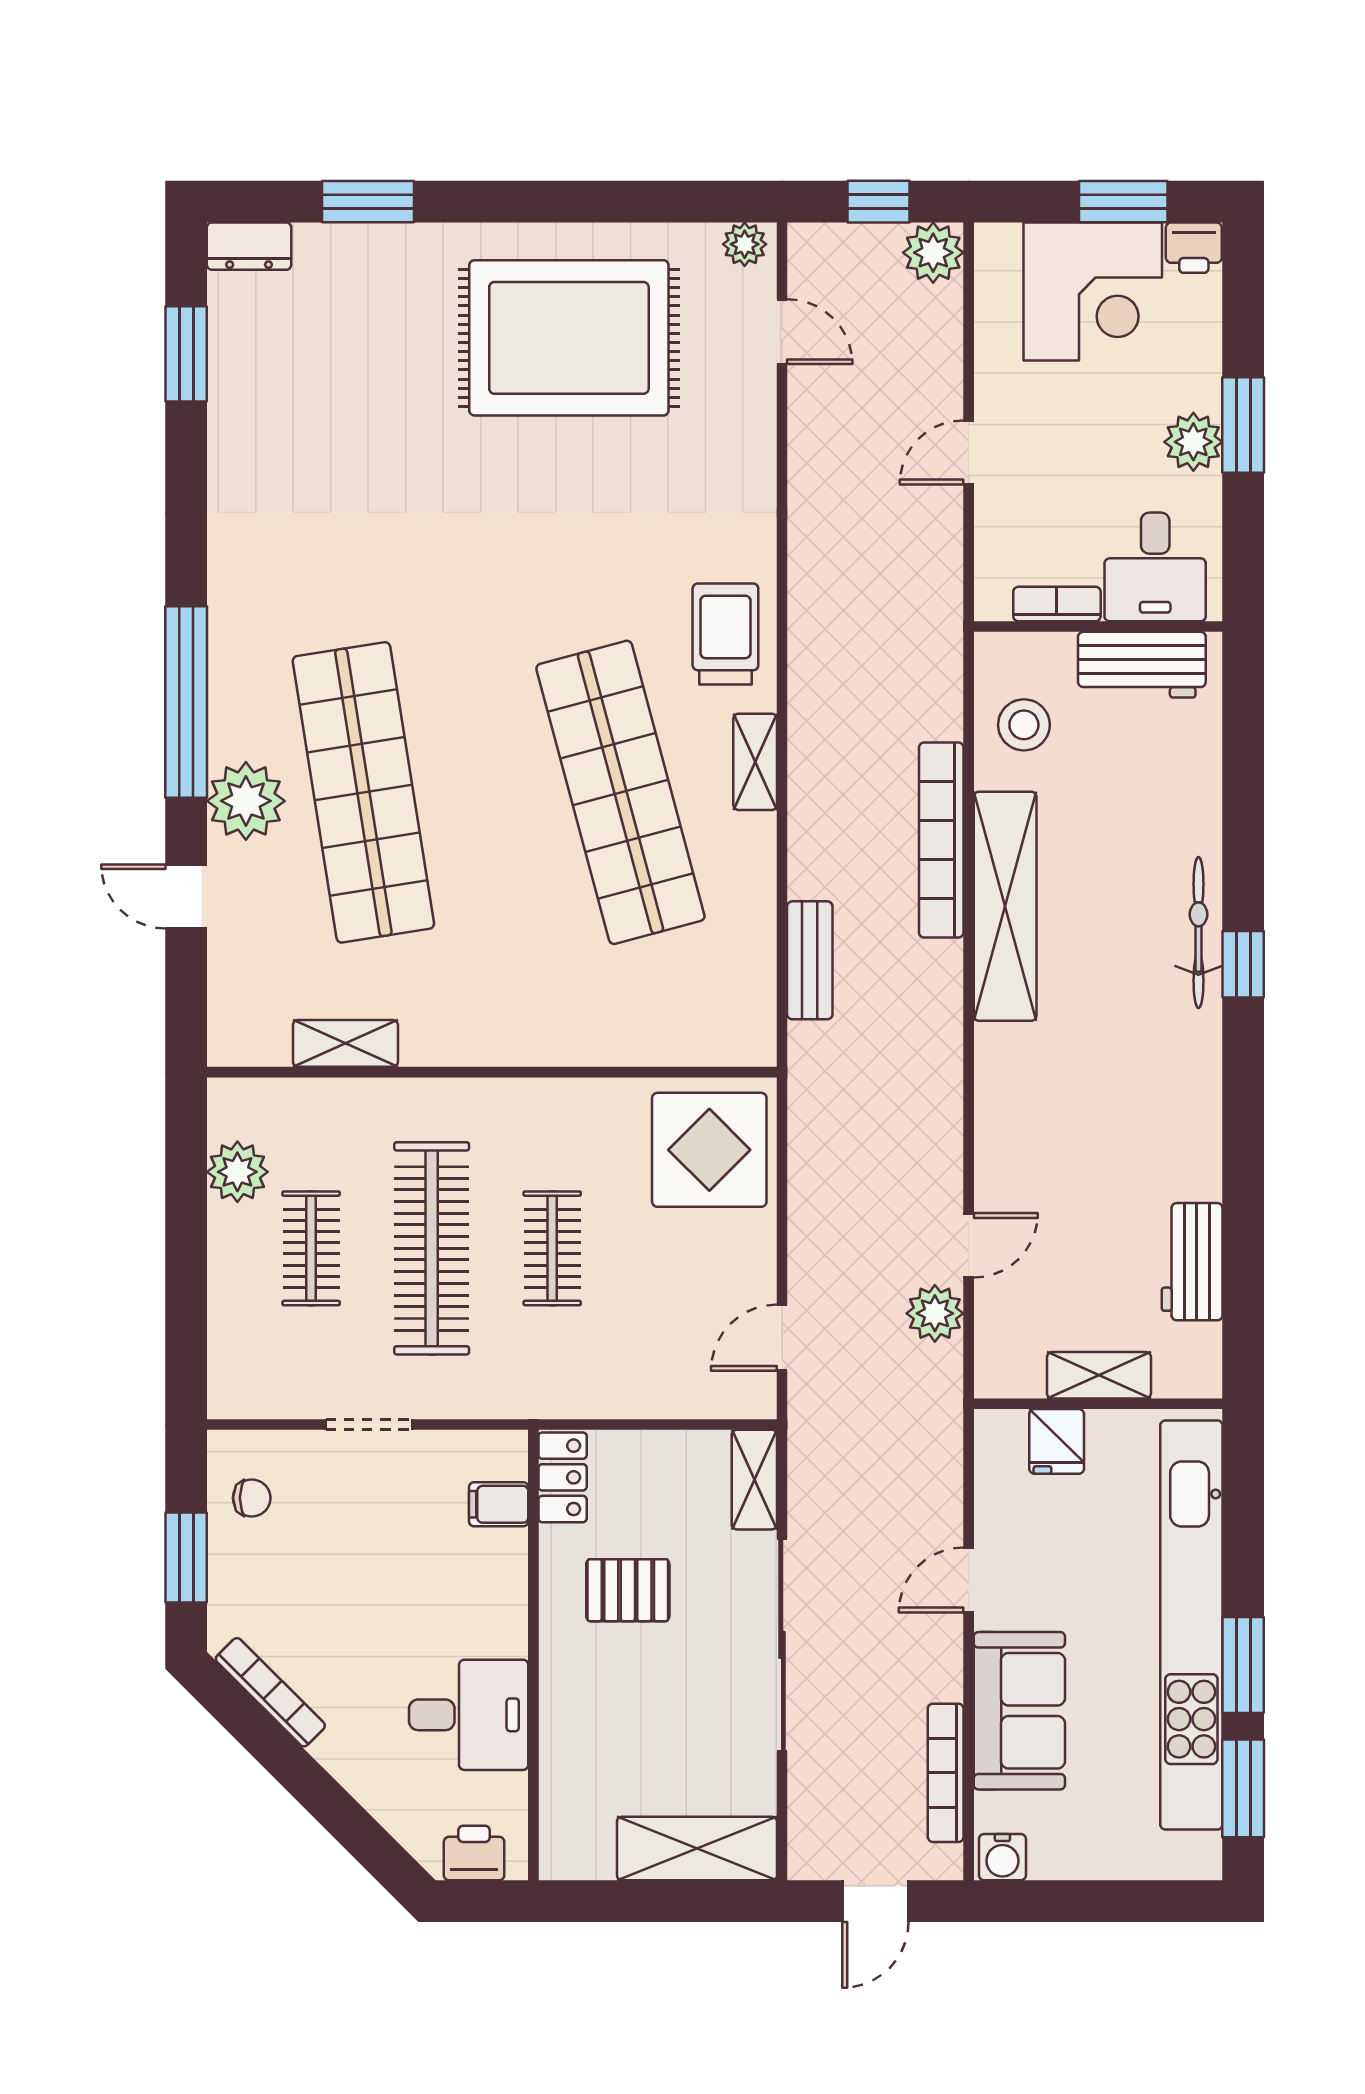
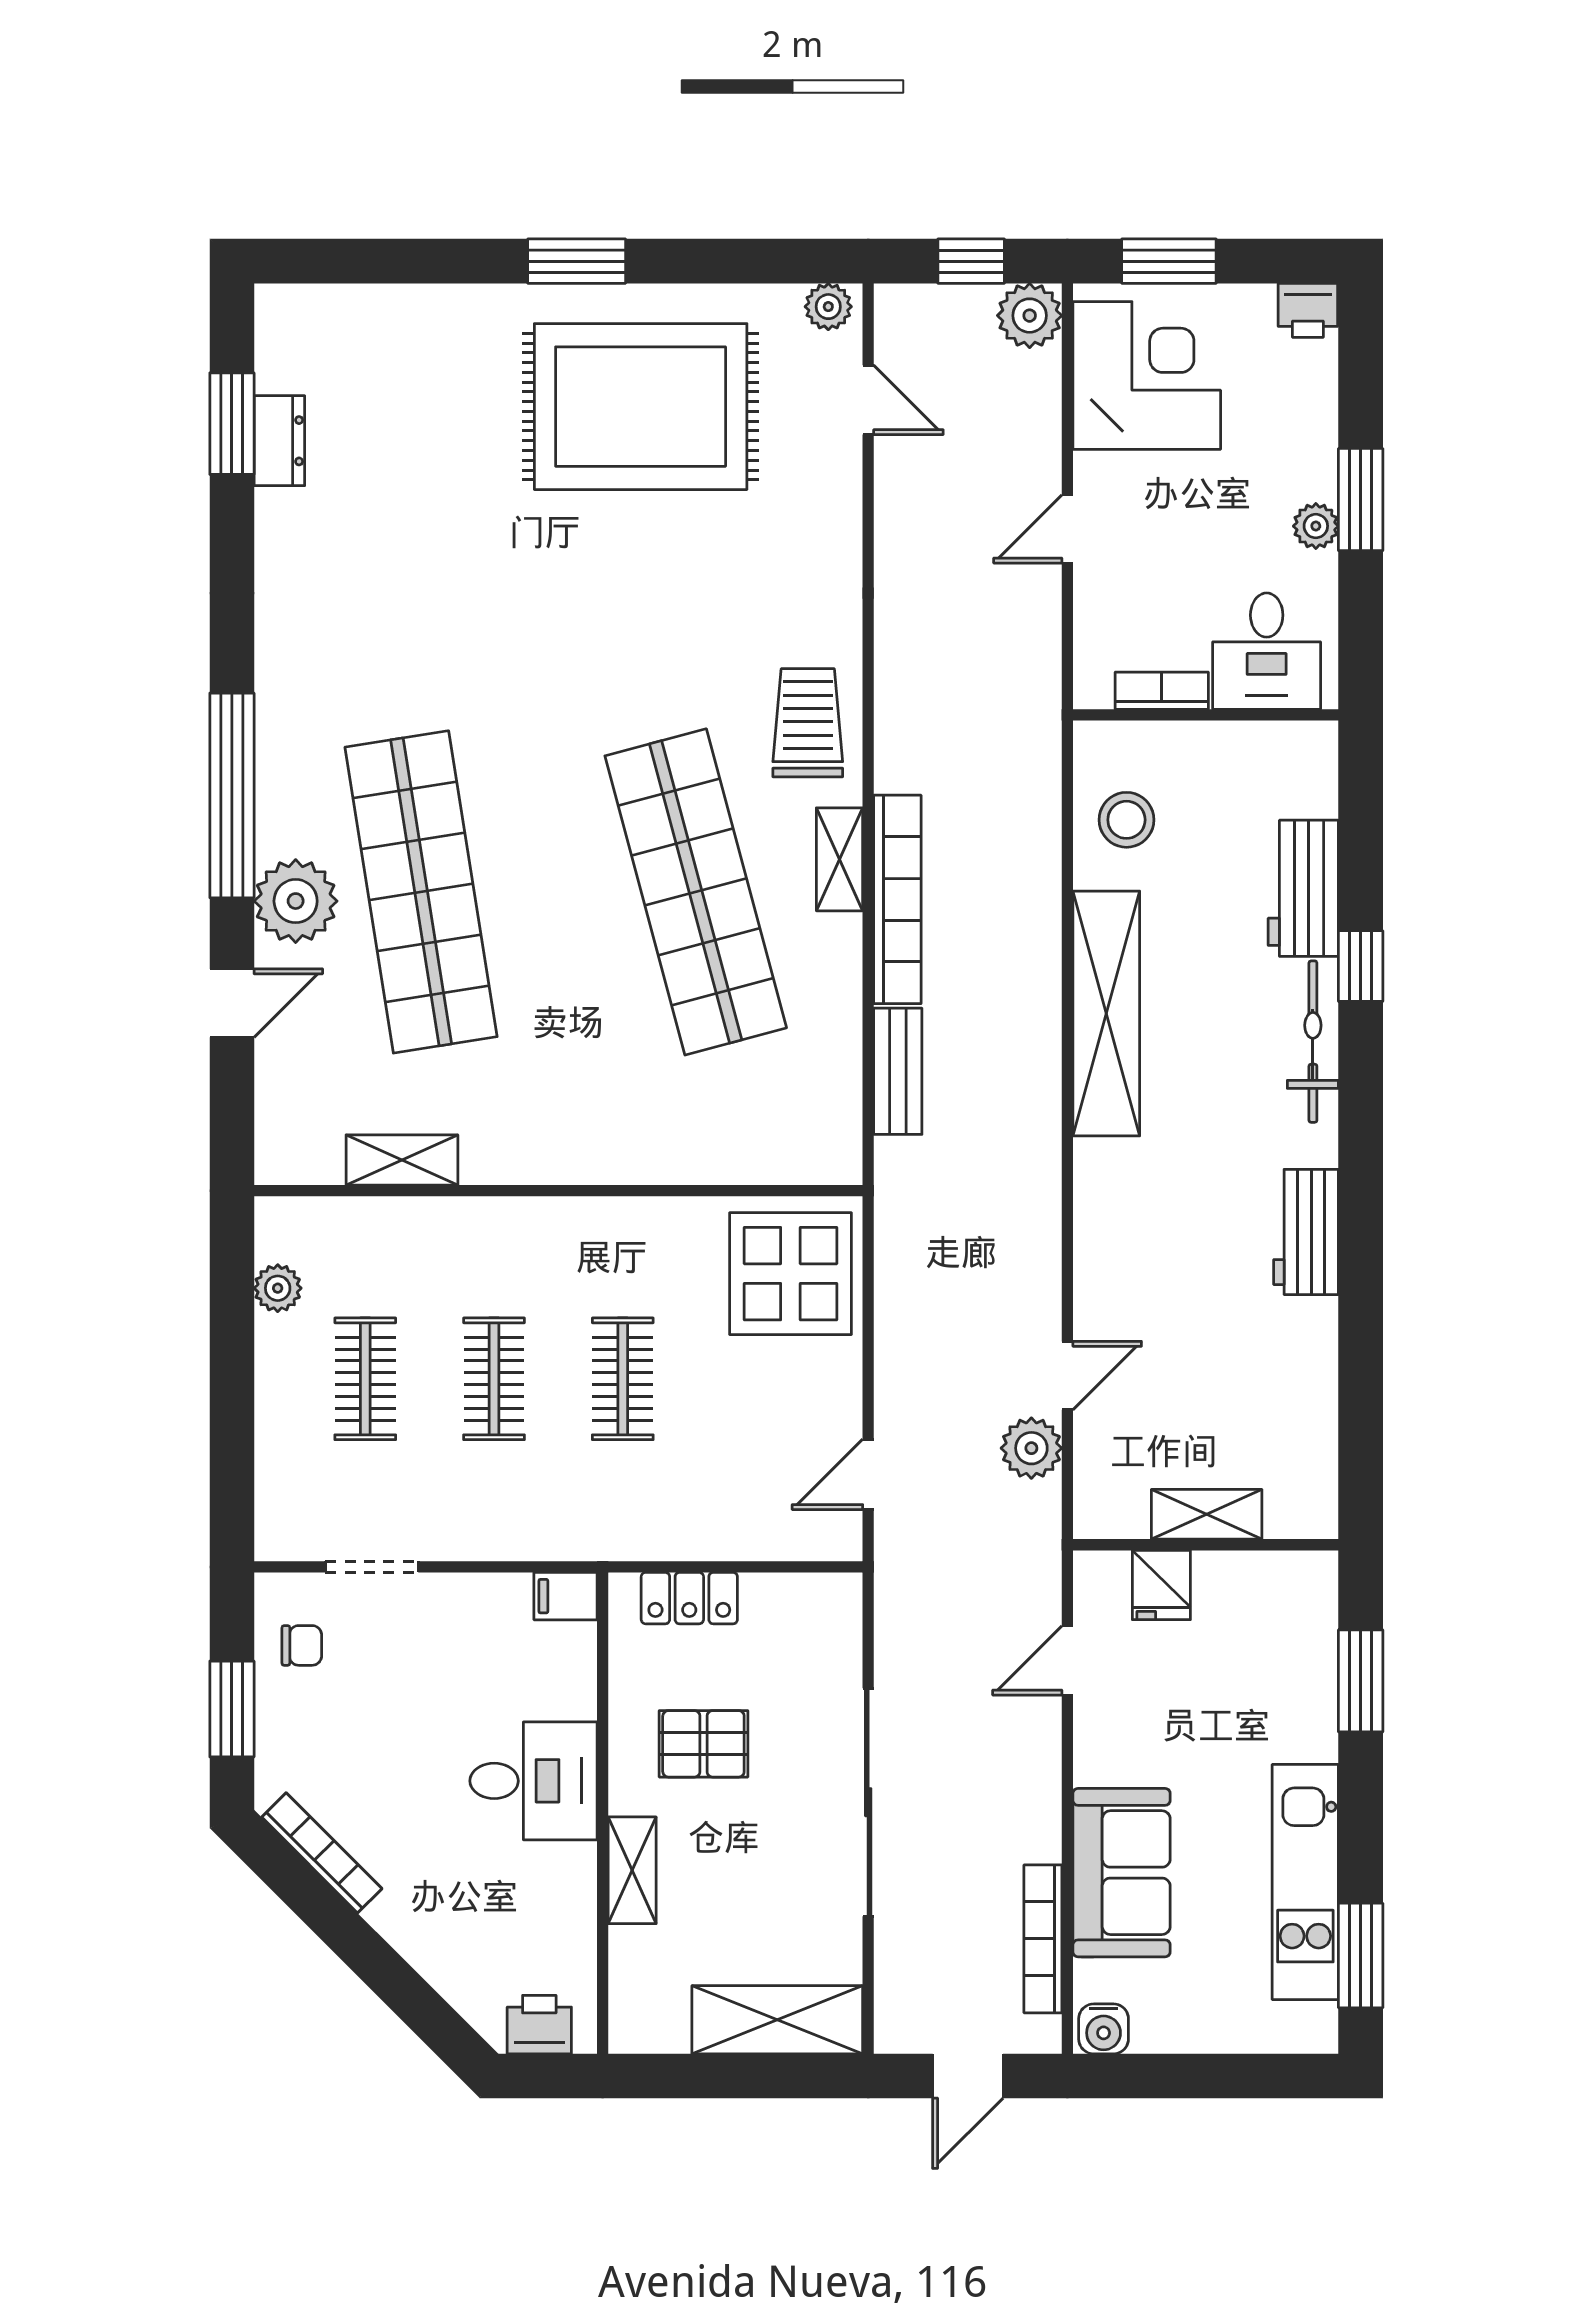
window: (368, 202) -> (577, 261), moved
window: (1123, 202) -> (1169, 261), moved
dresser: (249, 246) -> (279, 441), moved, turned -90
corner desk: (1093, 292) -> (1147, 375), moved, turned -90
plant: (1193, 442) -> (1316, 526), width x0.73, depth x0.73
workbench: (1142, 665) -> (1303, 888), moved, turned 90
bookcase: (941, 840) -> (897, 899), moved, turned 180
door: (186, 897) -> (232, 1003), swing flipped
window: (1243, 964) -> (1361, 966), moved
plant: (237, 1172) -> (278, 1288), width x0.73, depth x0.73
clothes rail: (432, 1248) -> (494, 1379), width x0.54, depth x0.76
workbench: (1192, 1262) -> (1306, 1232), moved
doorway: (369, 1424) -> (372, 1567), moved
locker: (563, 1477) -> (689, 1598), moved, turned 90
shelving: (754, 1480) -> (632, 1870), moved
filing cabinet: (499, 1504) -> (565, 1596), moved
door: (969, 1580) -> (1067, 1660), moved
kitchen unit: (1191, 1625) -> (1305, 1882), width x0.54
window: (1243, 1665) -> (1361, 1681), moved
desk: (469, 1715) -> (534, 1781), moved

